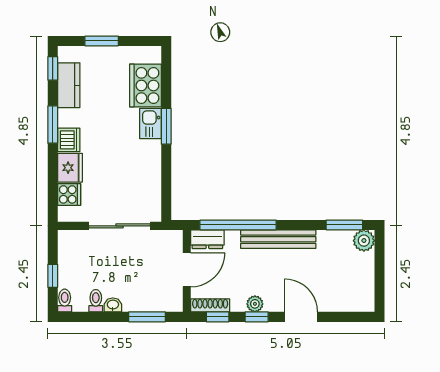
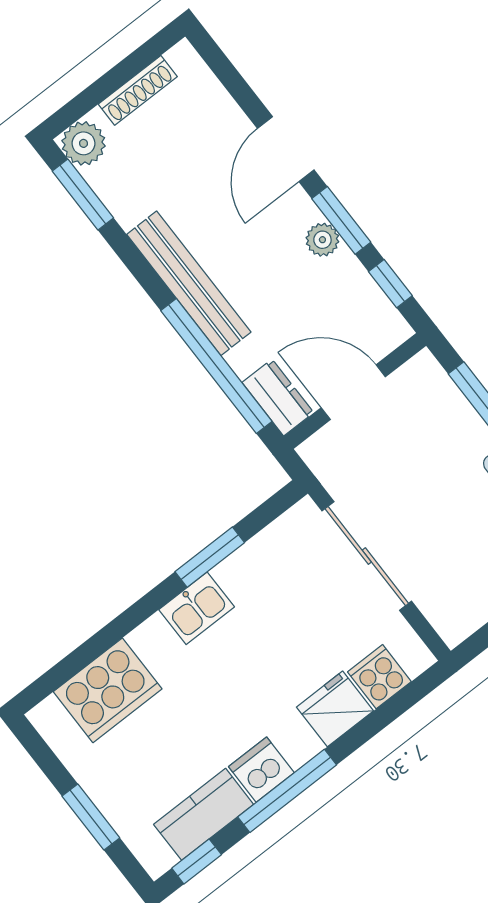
kitchen sink: (150, 124) -> (197, 608), moved
window: (53, 125) -> (287, 791), width x1.44
window: (166, 126) -> (210, 557), moved
dishwasher: (69, 140) -> (261, 770), moved
shoe rack: (210, 305) -> (138, 90), moved, turned -90
window: (257, 317) -> (341, 220), width x1.50

